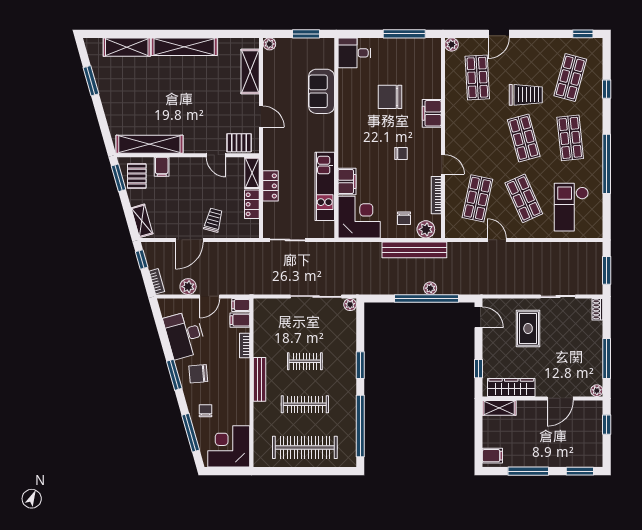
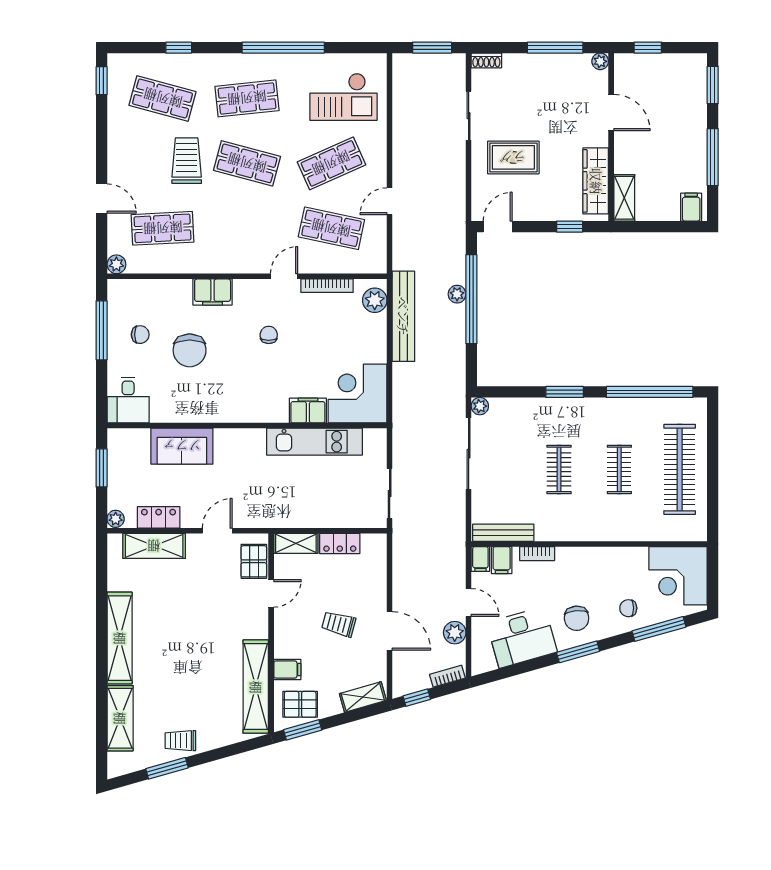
trolley: (111, 90) -> (180, 741), added
shop shelf: (524, 138) -> (247, 163), turned 30
locker: (270, 186) -> (159, 517), moved
chair: (404, 218) -> (140, 335), moved
trolley: (213, 220) -> (339, 624), moved
bench: (259, 379) -> (503, 533), moved
clothes rail: (305, 404) -> (619, 469), width x0.73

